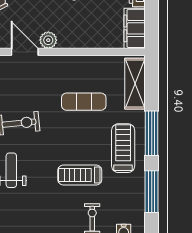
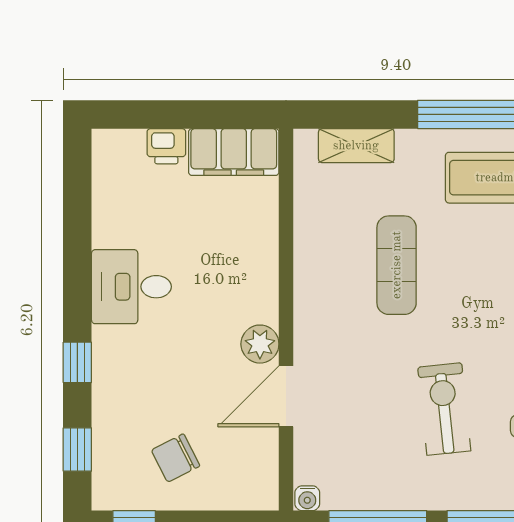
shelving: (135, 84) -> (356, 146), width x0.67, depth x0.75

